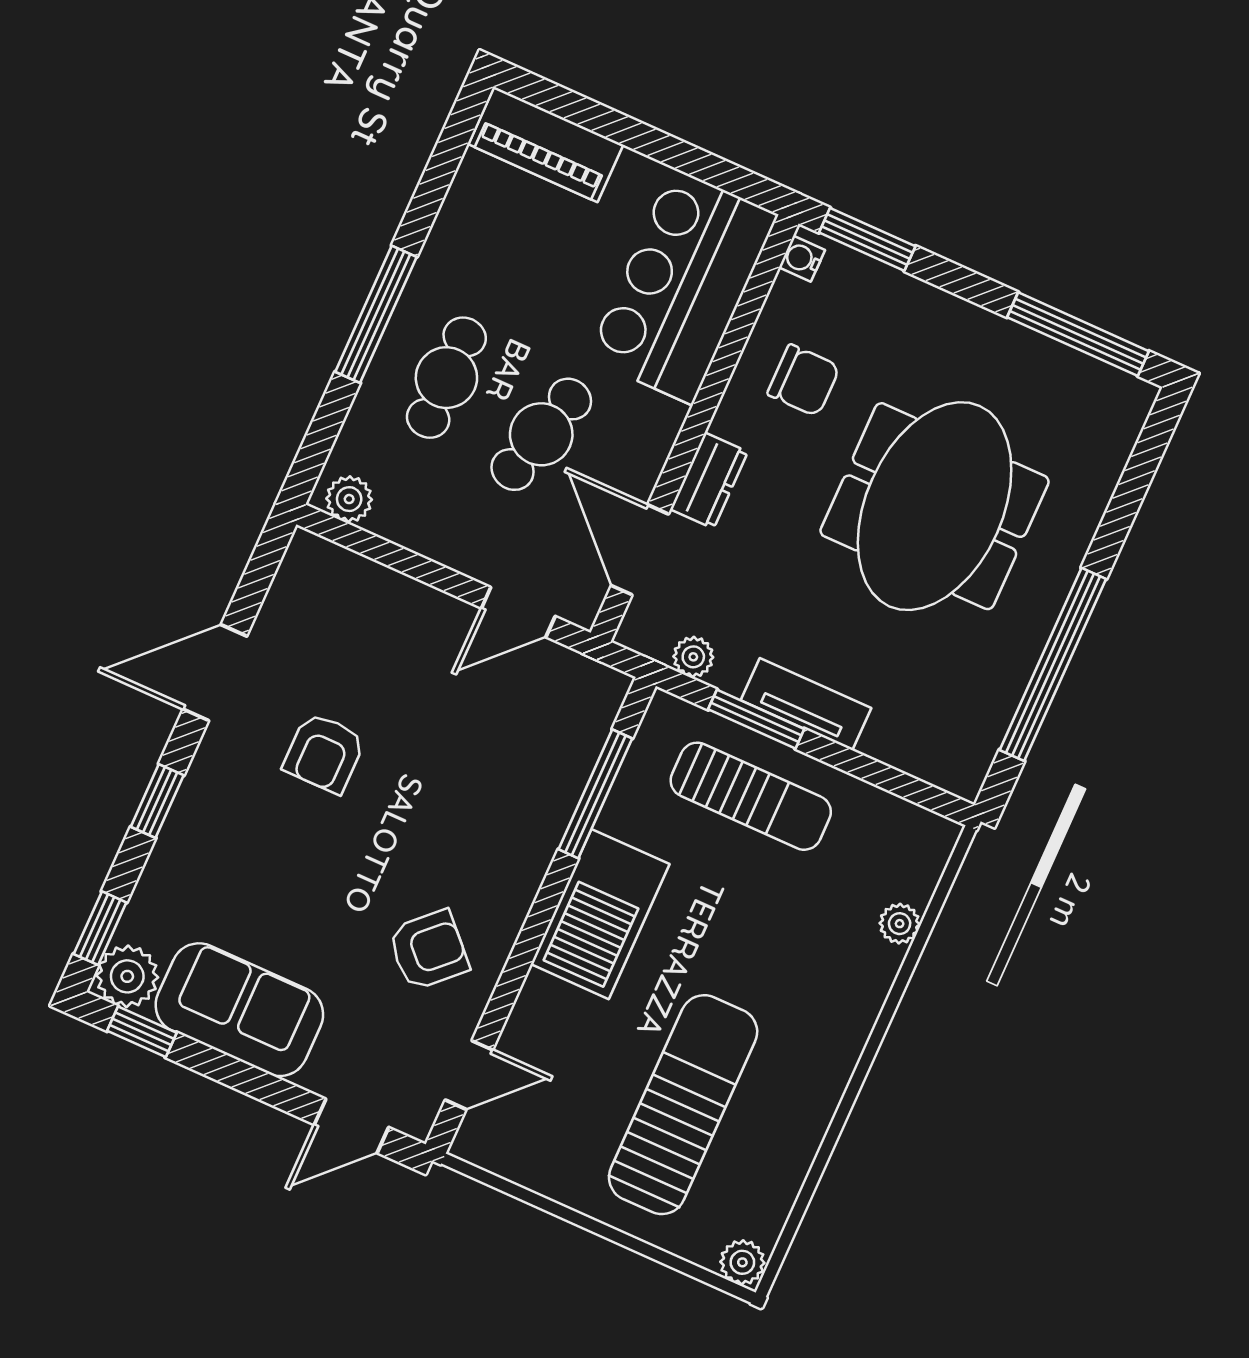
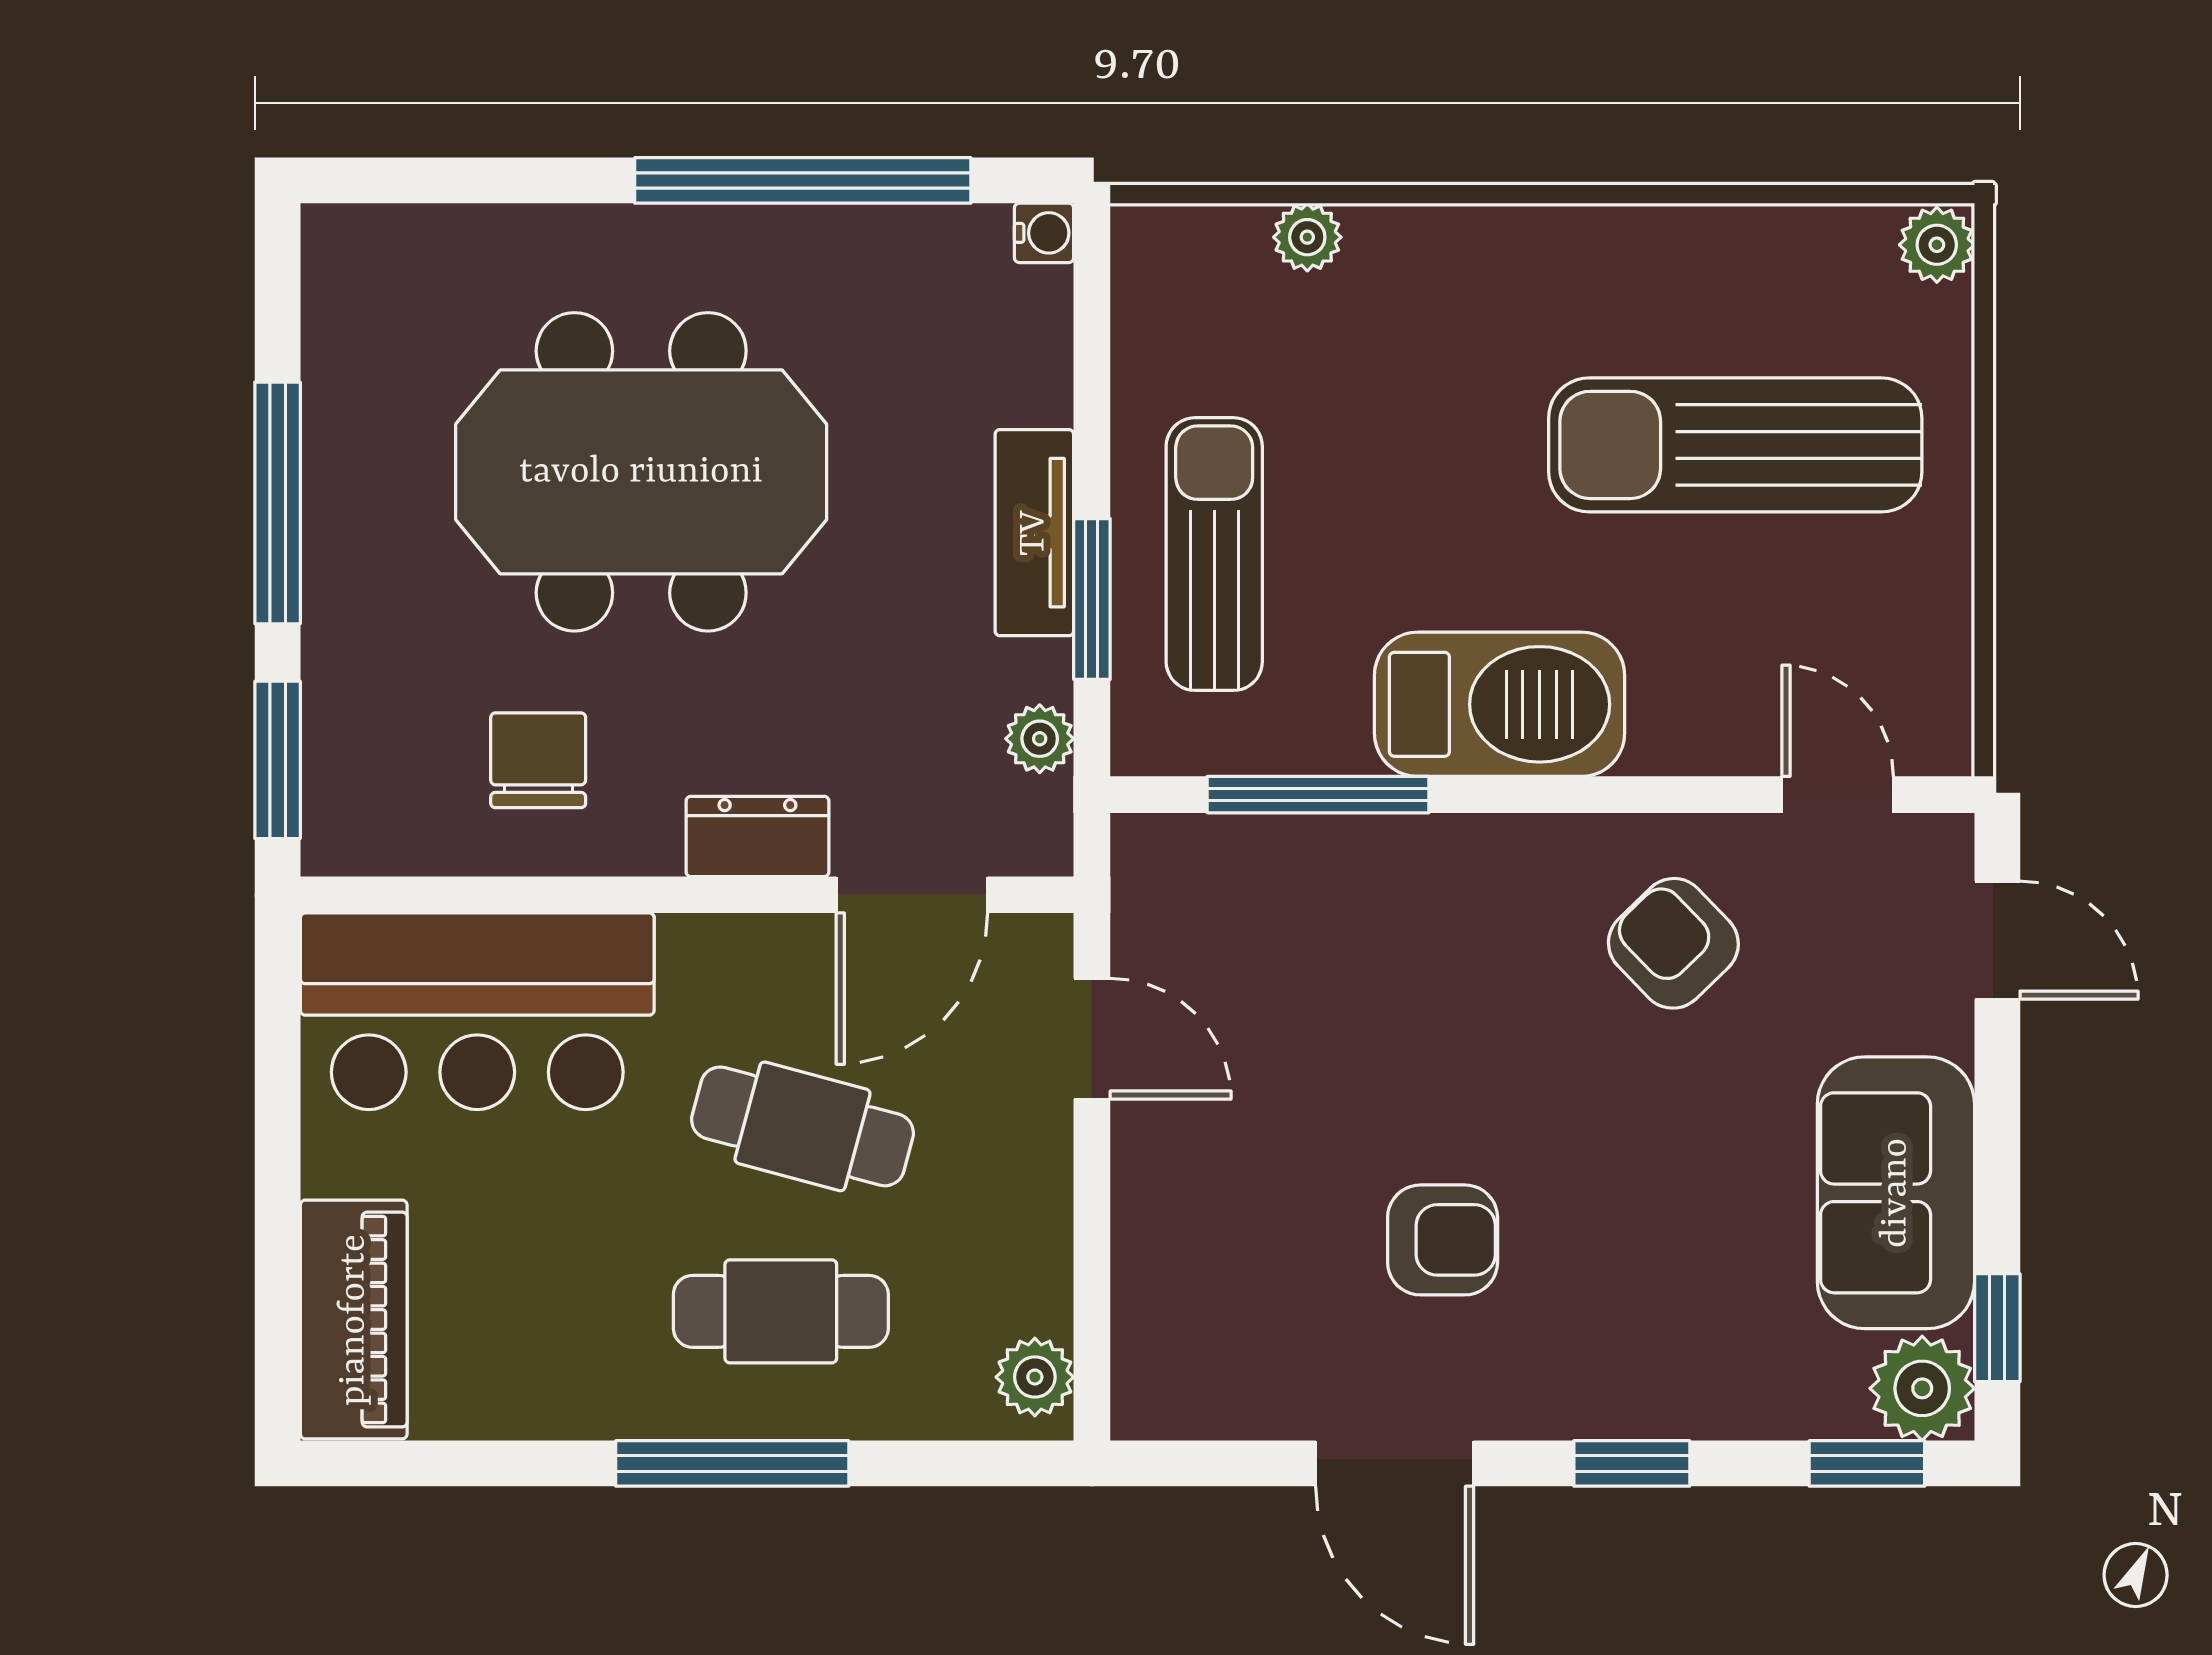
water cooler: (802, 259) -> (1044, 233), moved, turned -90
window: (1078, 334) -> (278, 503), moved

